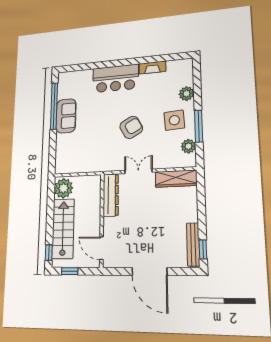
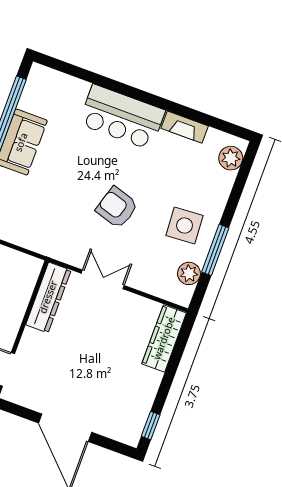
plant: (186, 94) -> (231, 158), moved
armchair: (131, 127) -> (117, 207), turned -134
wardrobe: (176, 179) -> (164, 338), moved, turned 90
bench: (193, 244) -> (140, 414), removed

